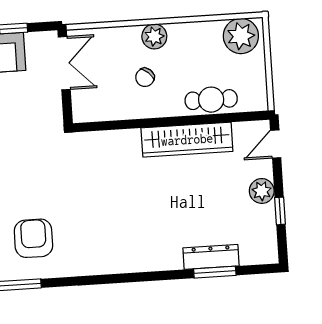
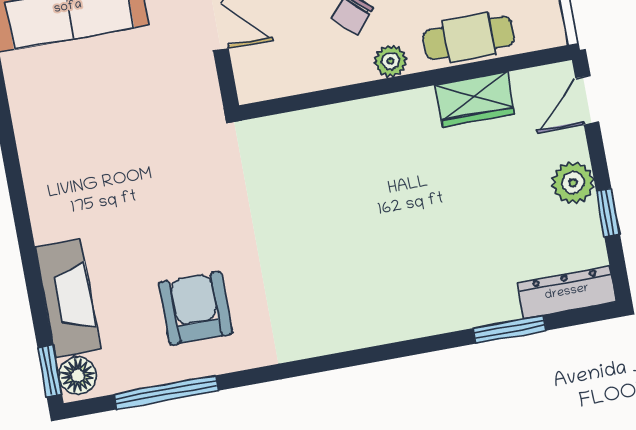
plant: (164, 108) -> (391, 61), added
wardrobe: (187, 140) -> (475, 99), width x0.48, depth x0.85
dresser: (211, 257) -> (567, 292), moved

